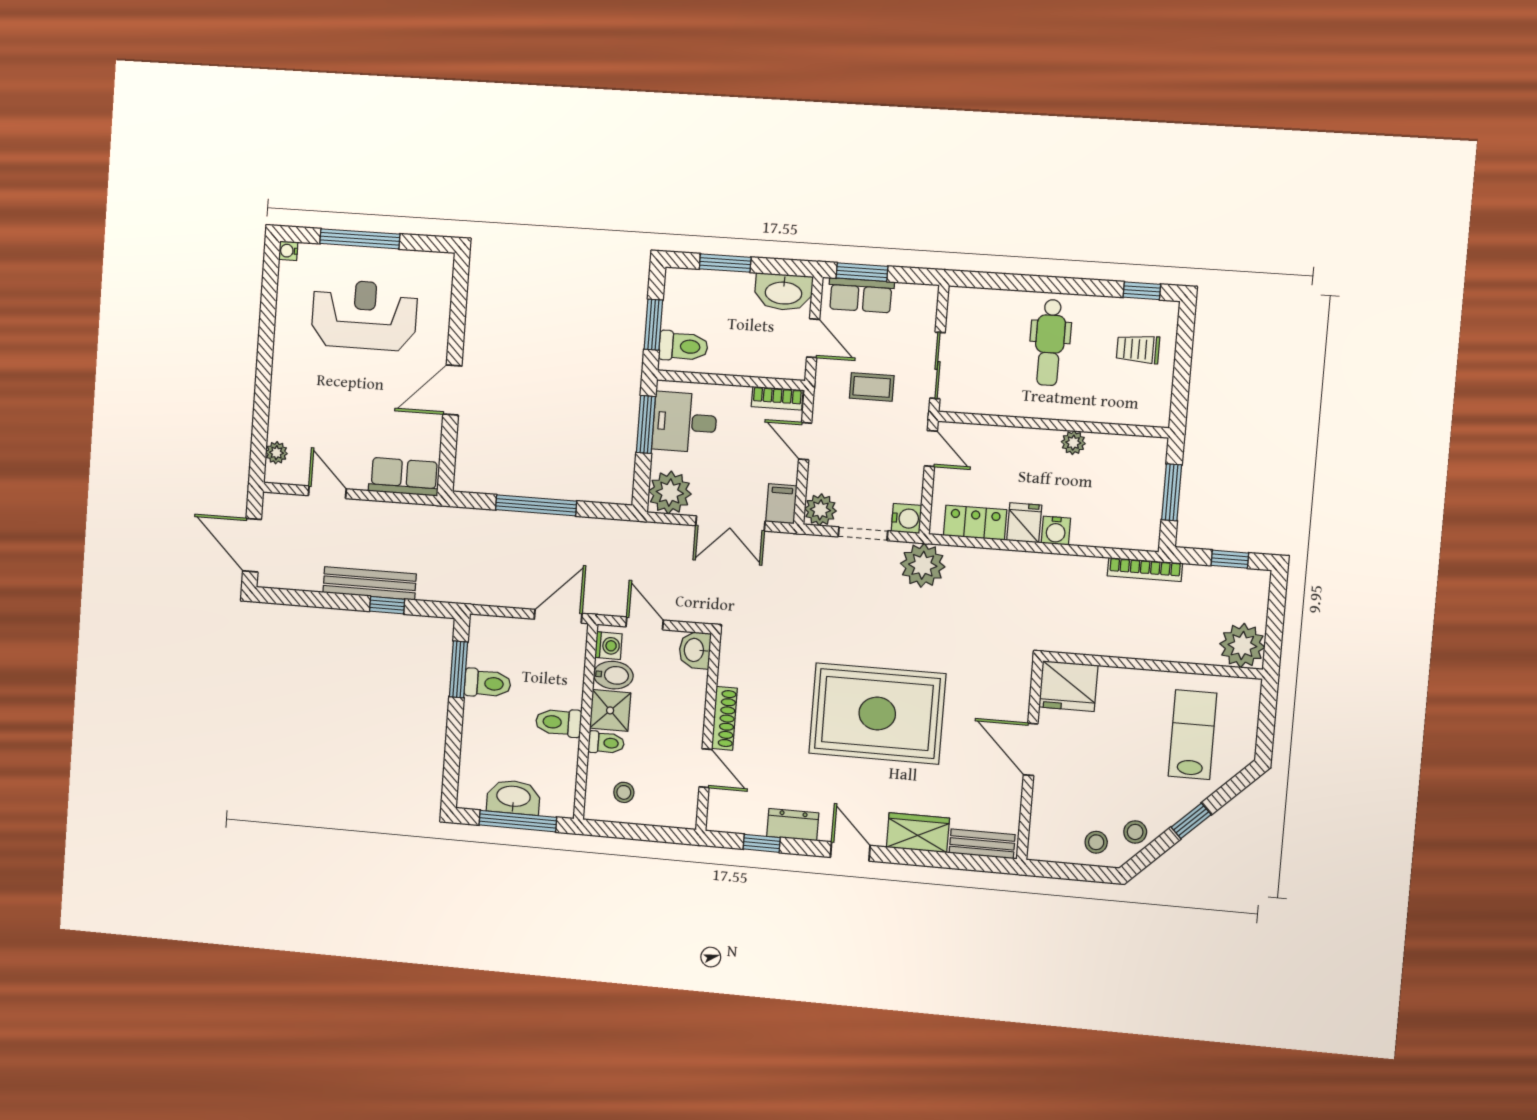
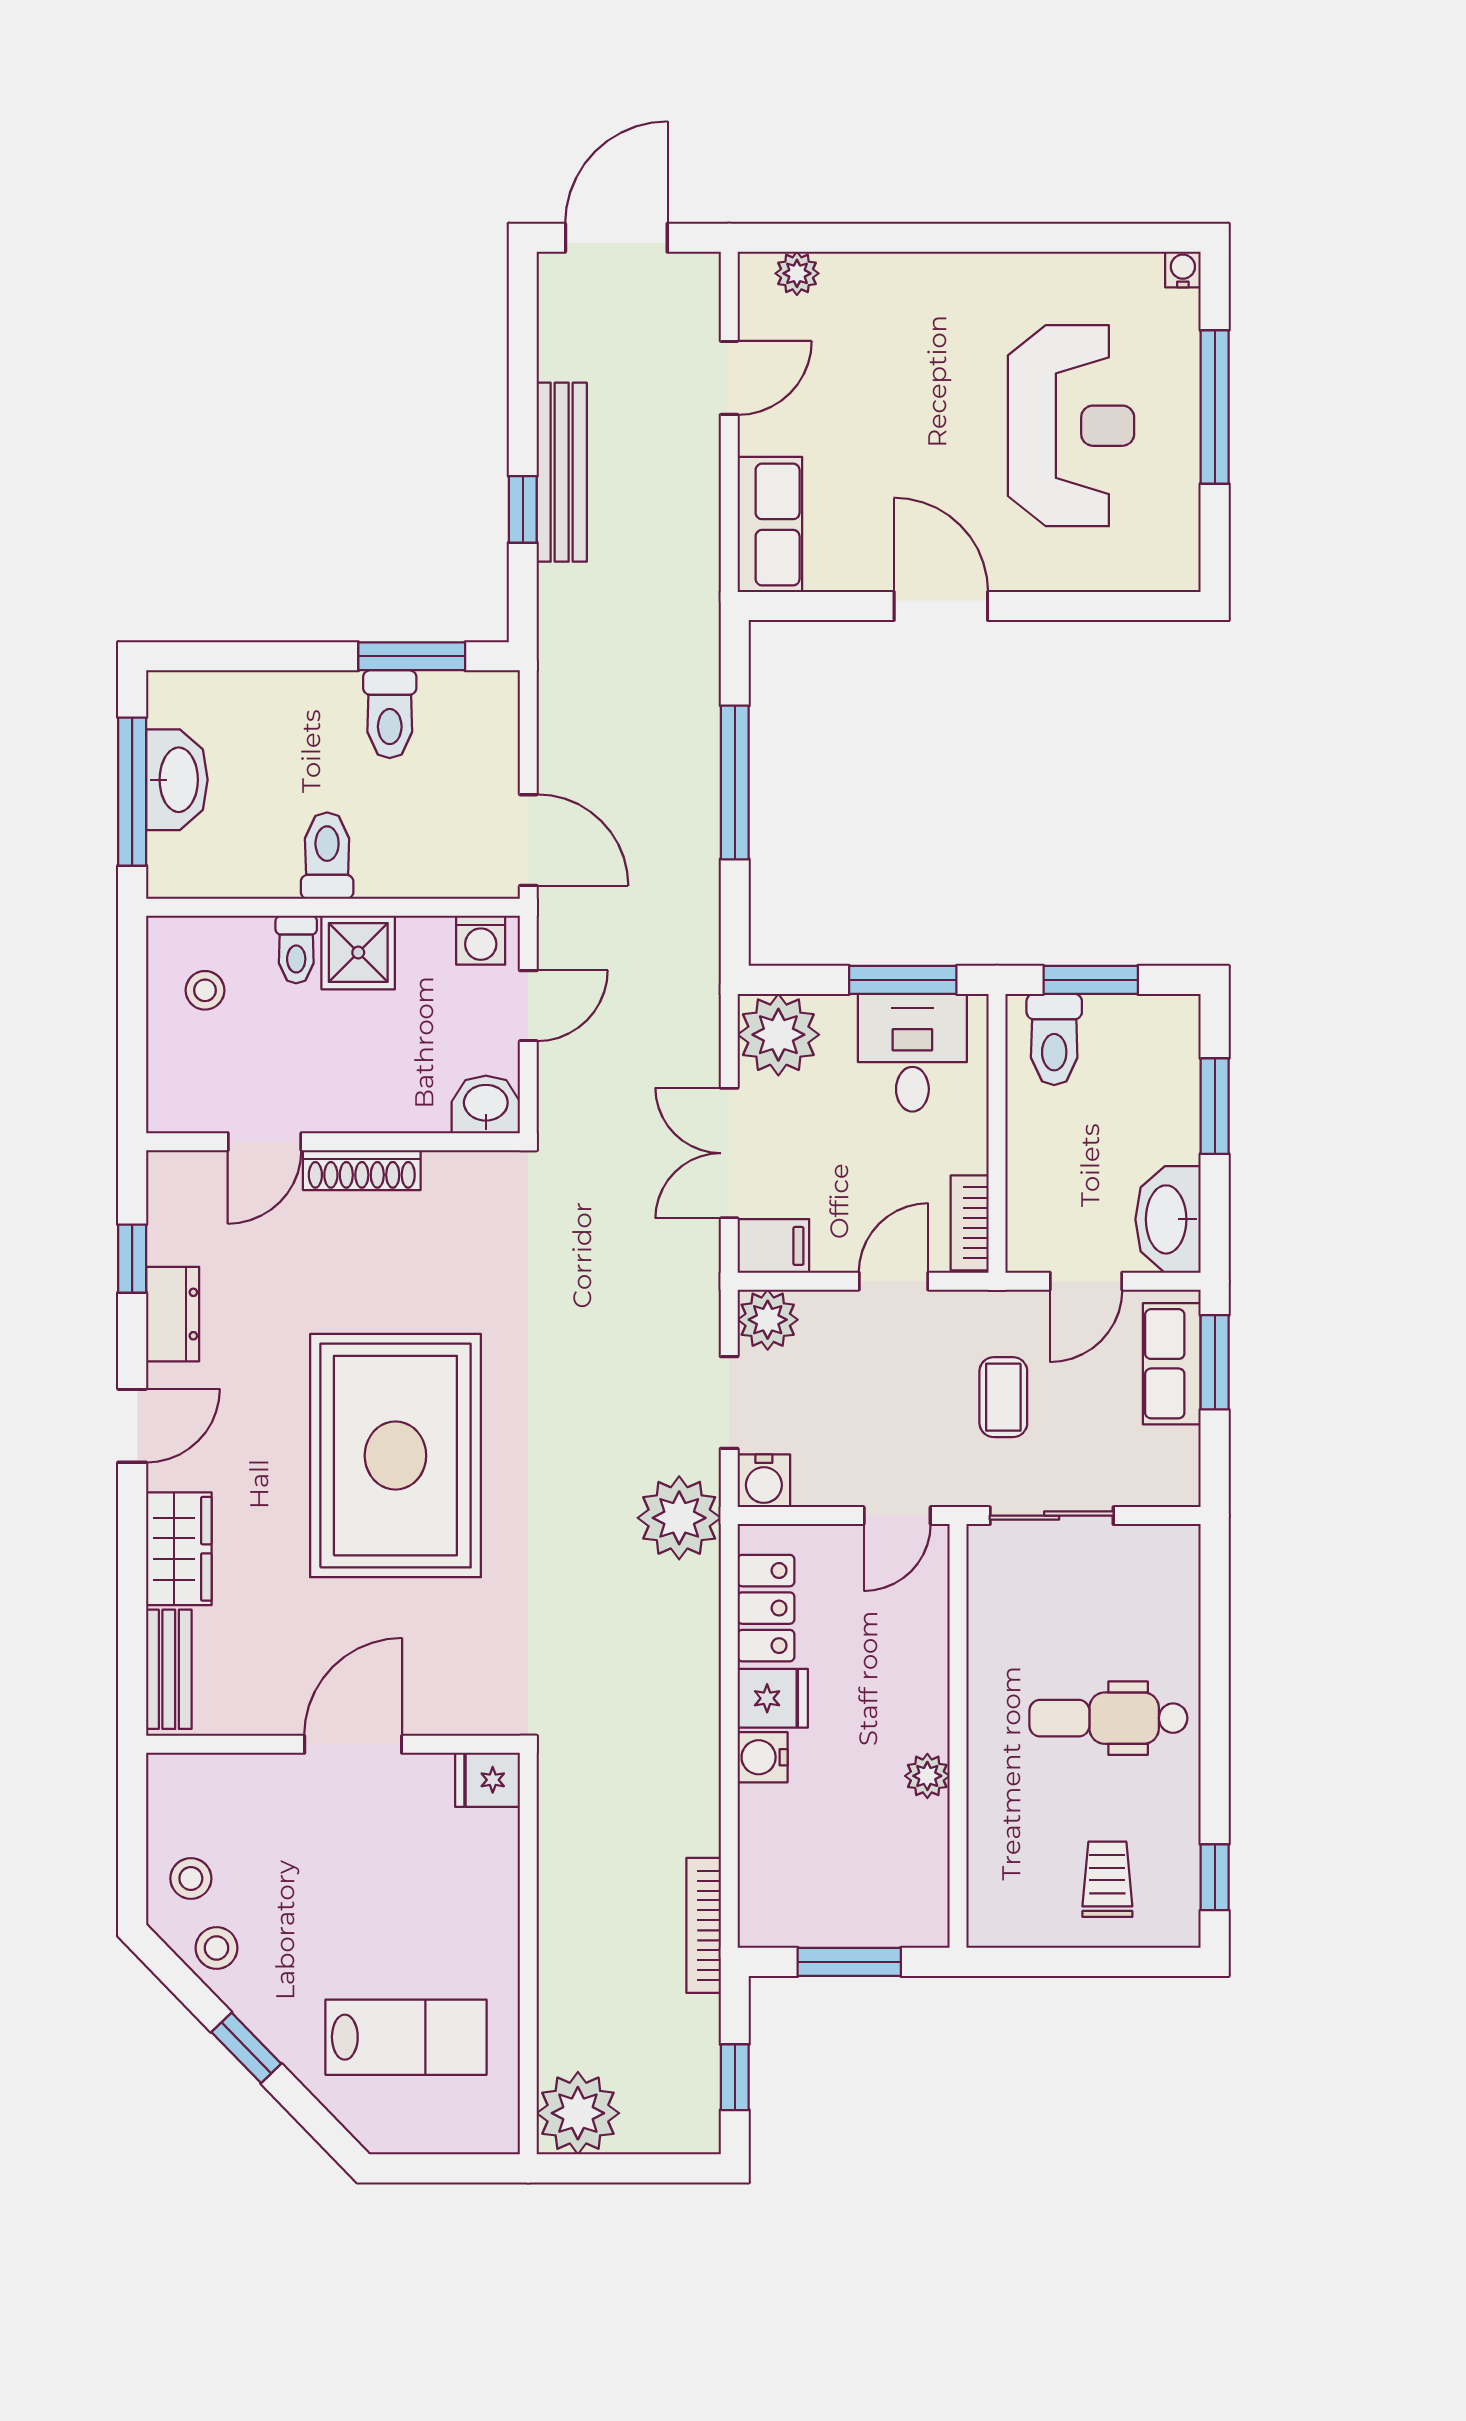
bidet: (613, 675) -> (426, 954), removed
fridge: (1068, 686) -> (488, 1780), width x0.53, depth x0.75

